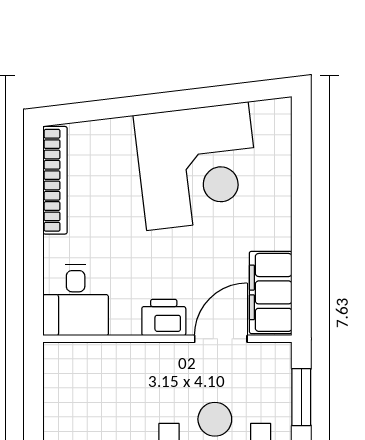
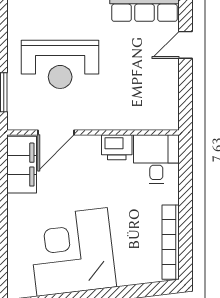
printer: (164, 318) -> (117, 147), moved

